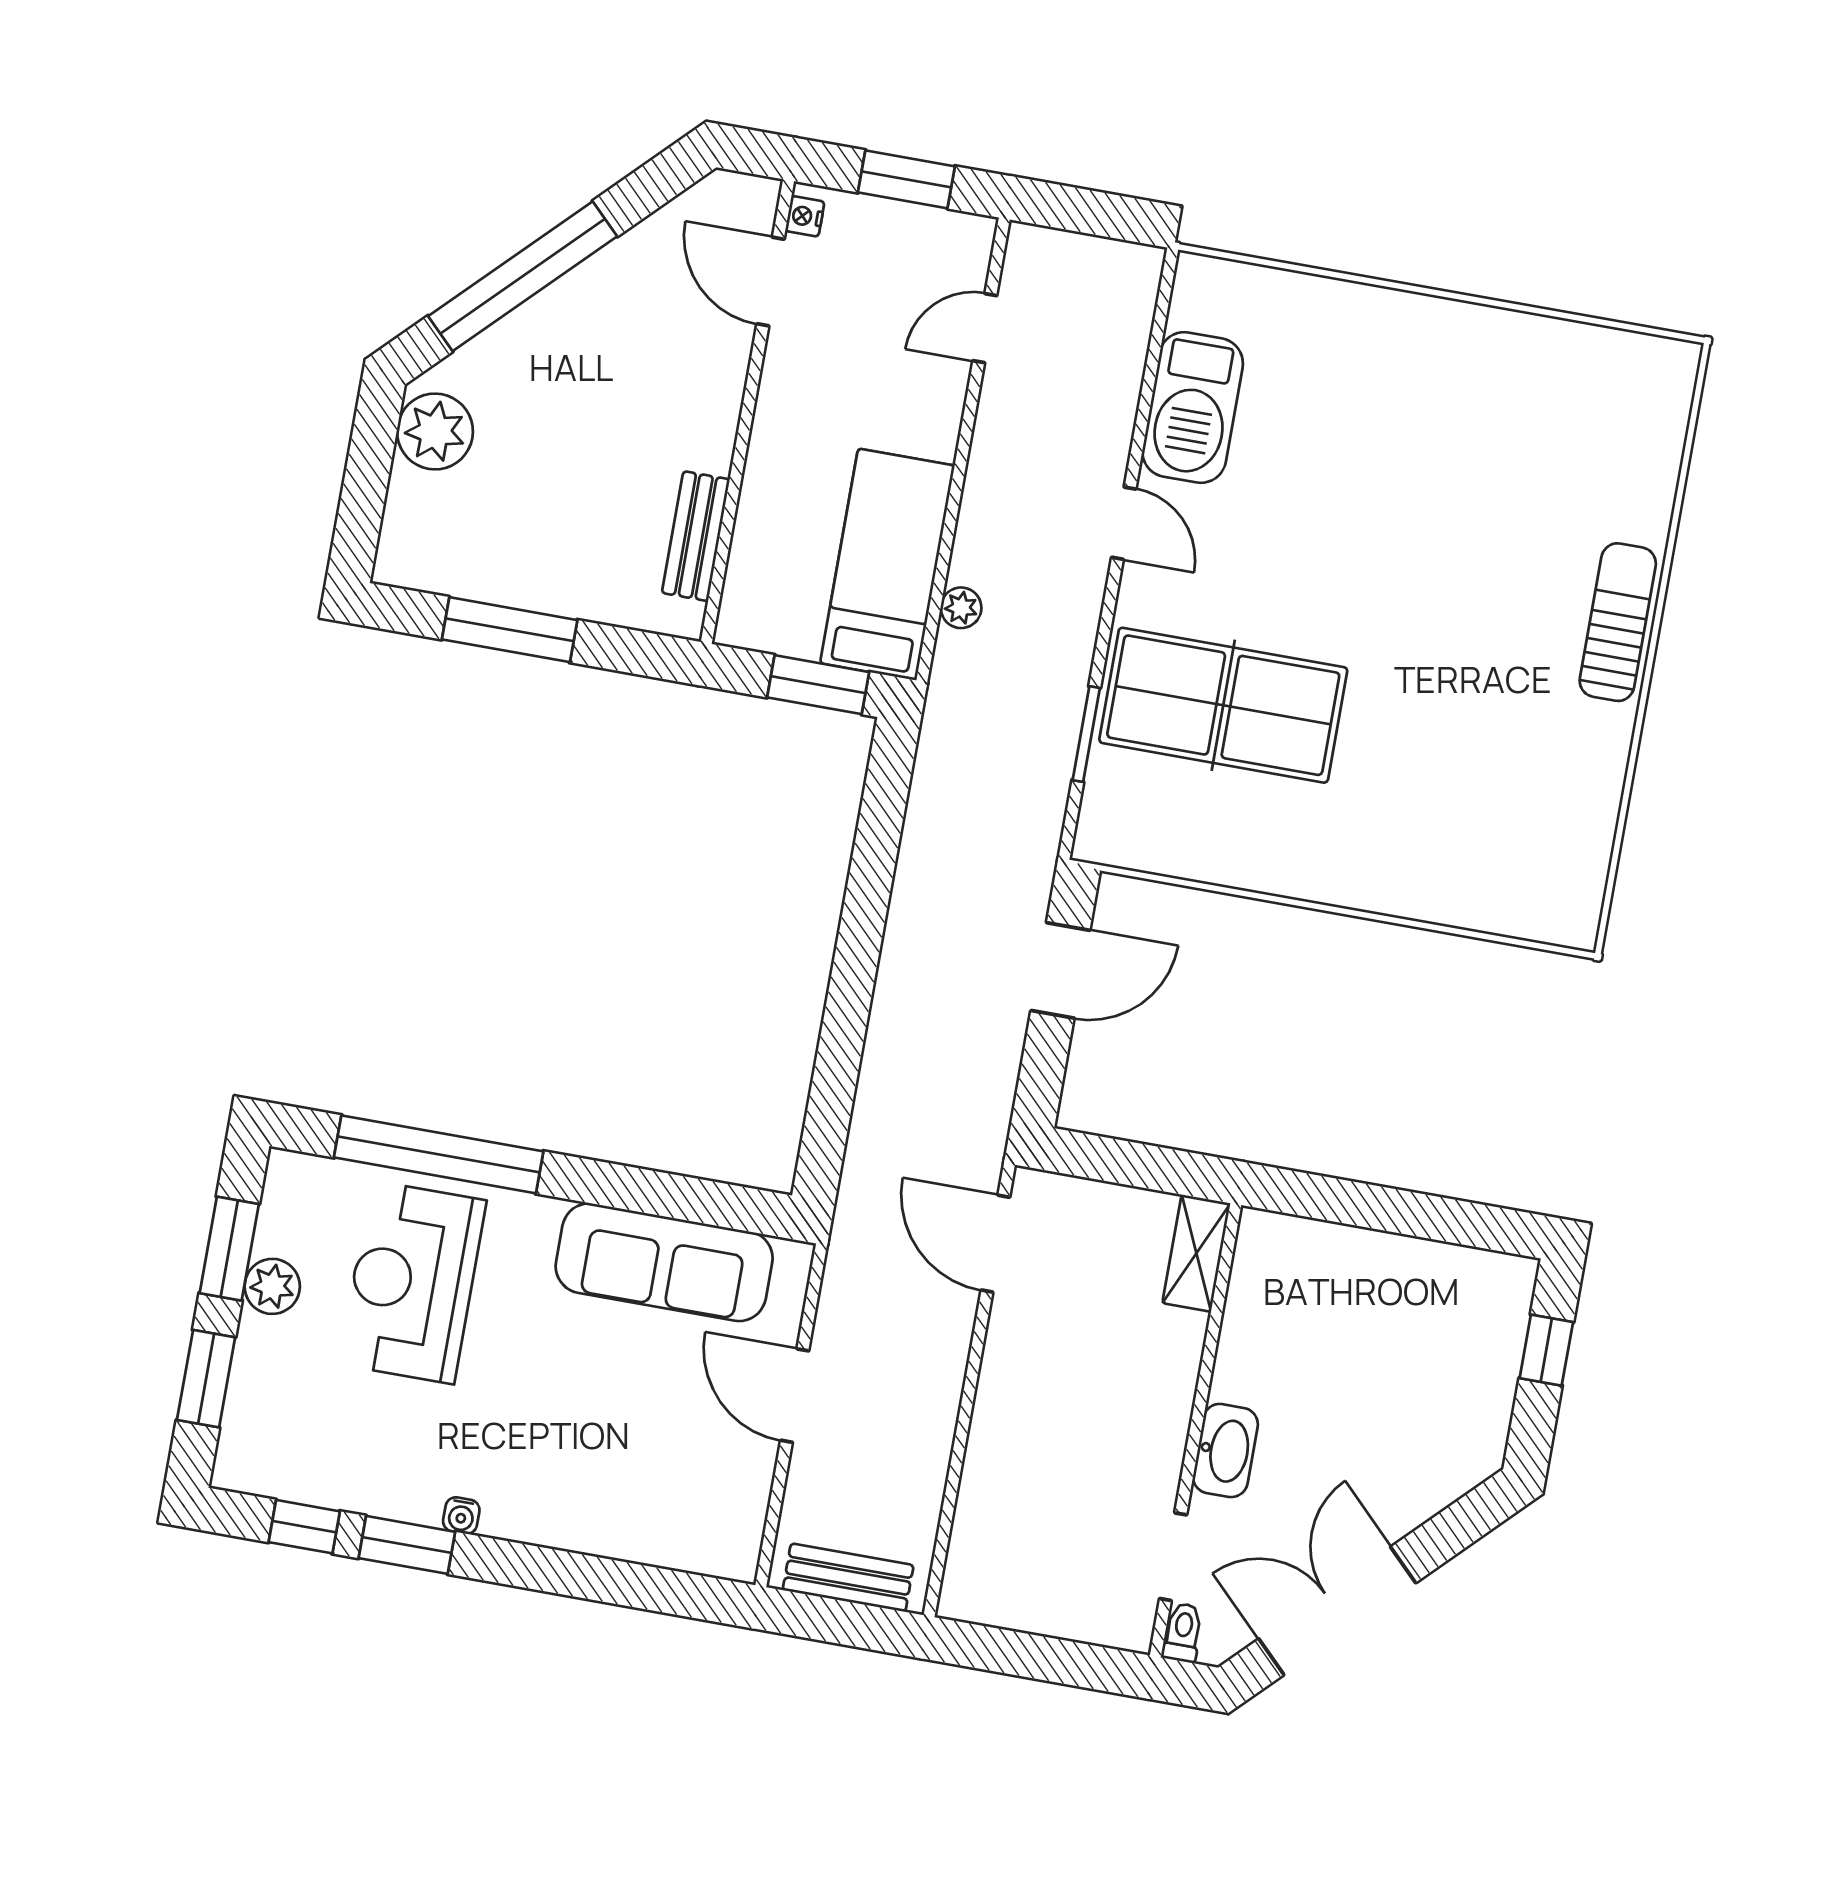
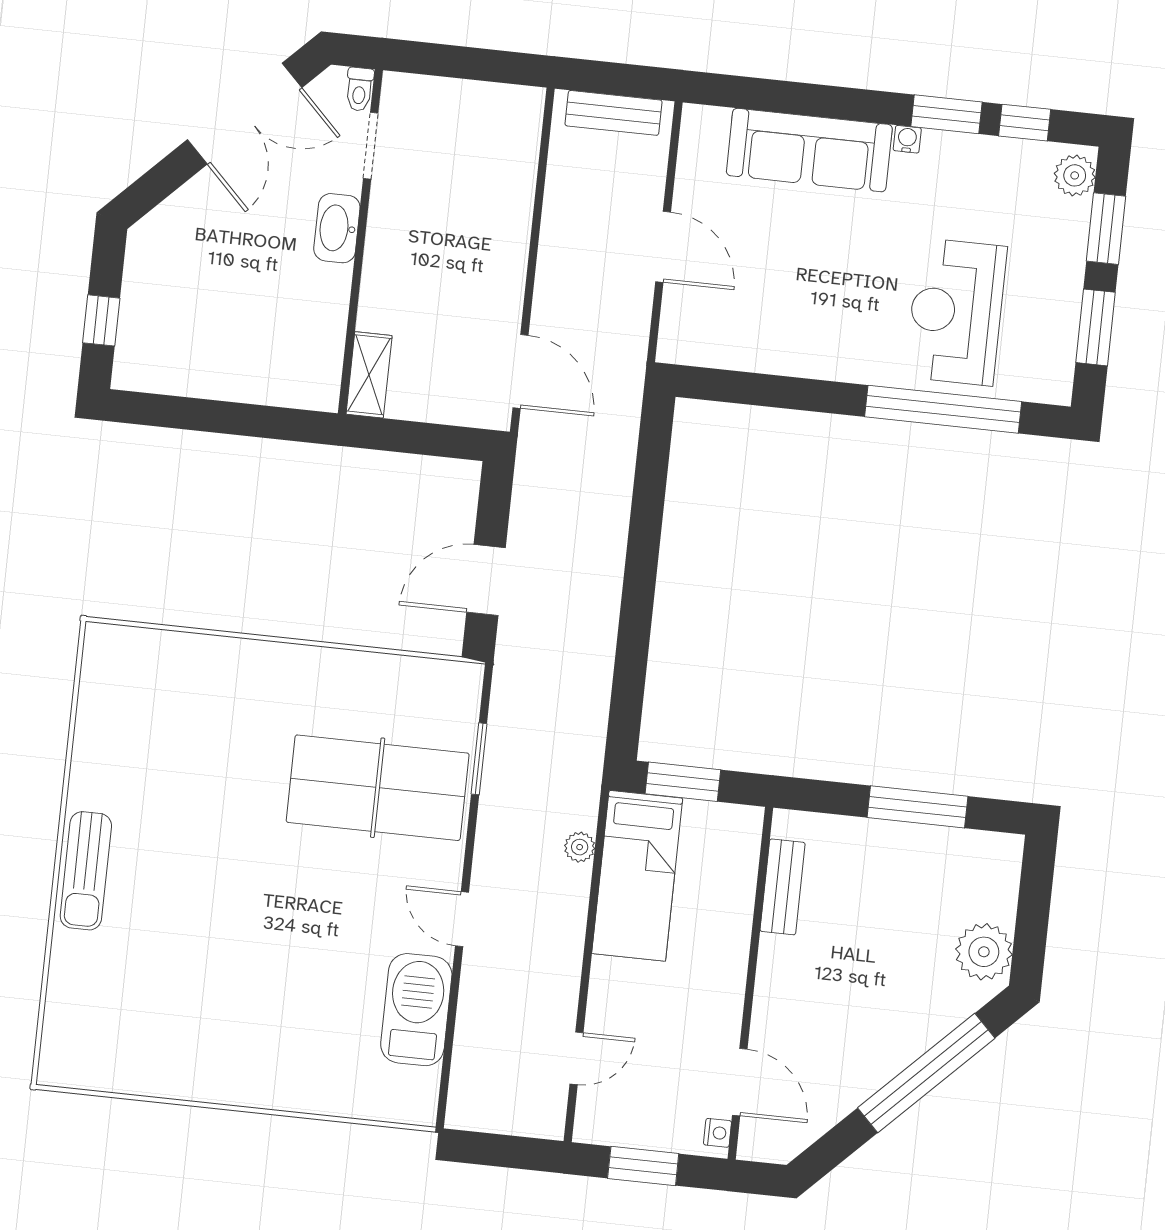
sofa: (664, 1262) -> (809, 150), moved, turned 180
reception desk: (413, 1282) -> (956, 312), turned 180
plant: (272, 1286) -> (1075, 175), moved

